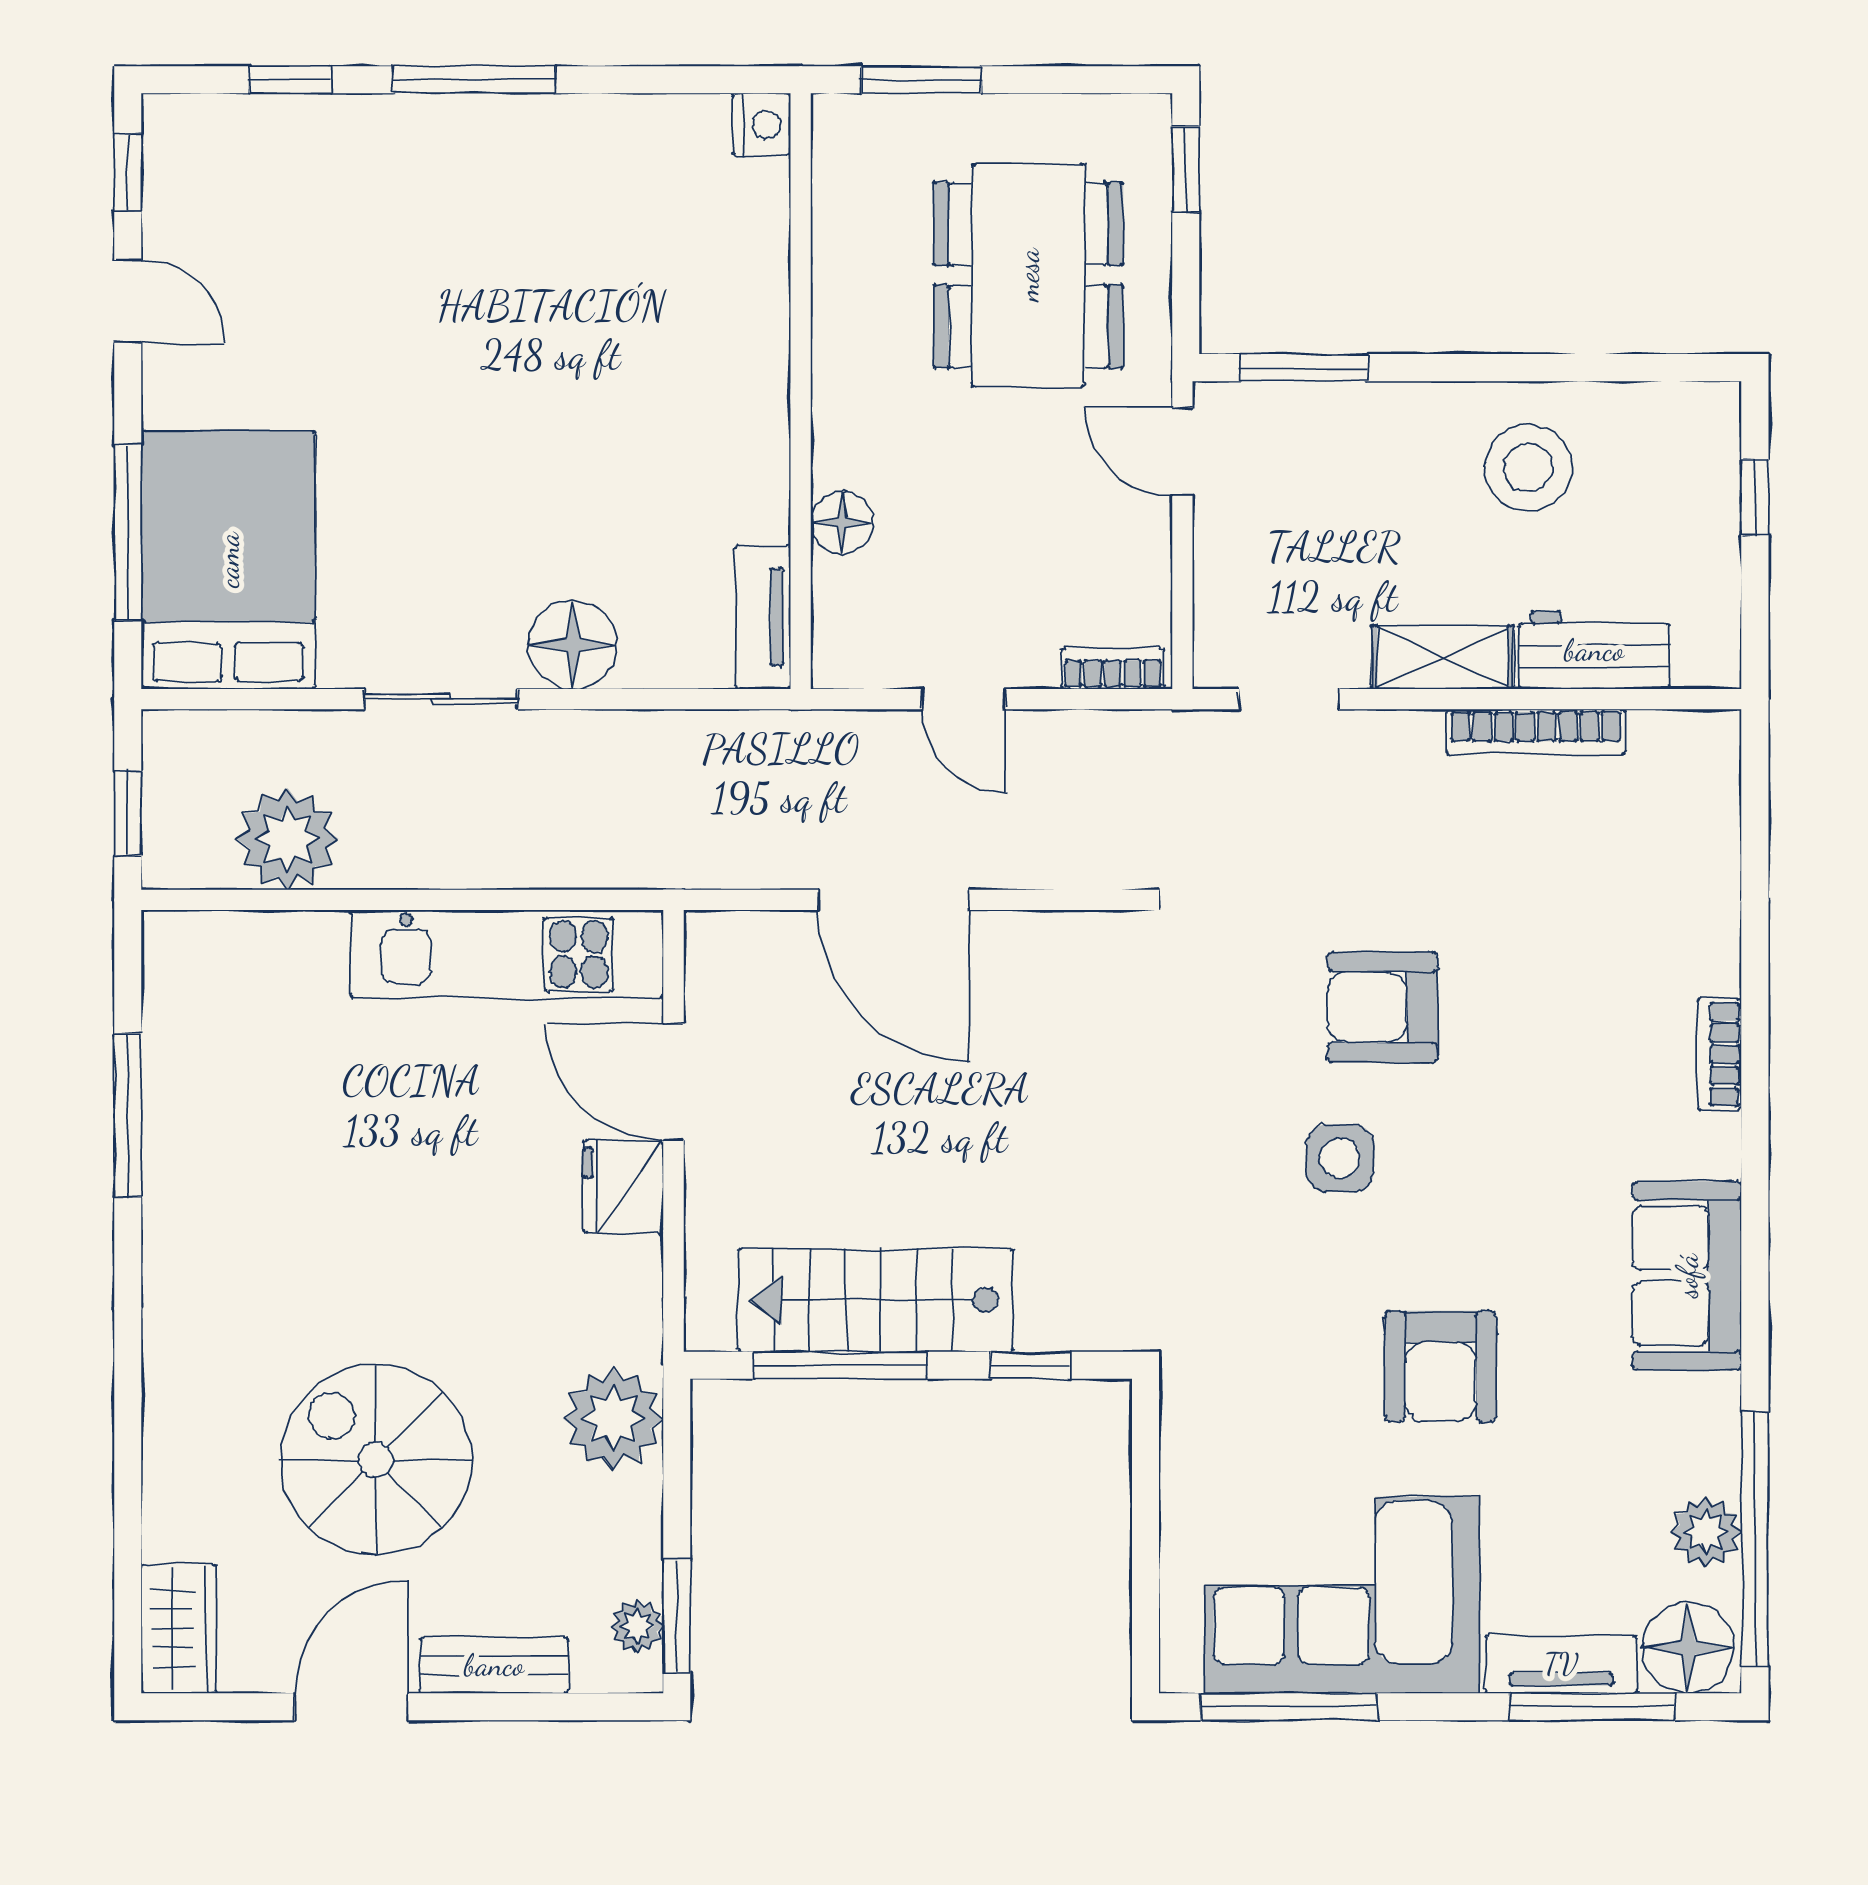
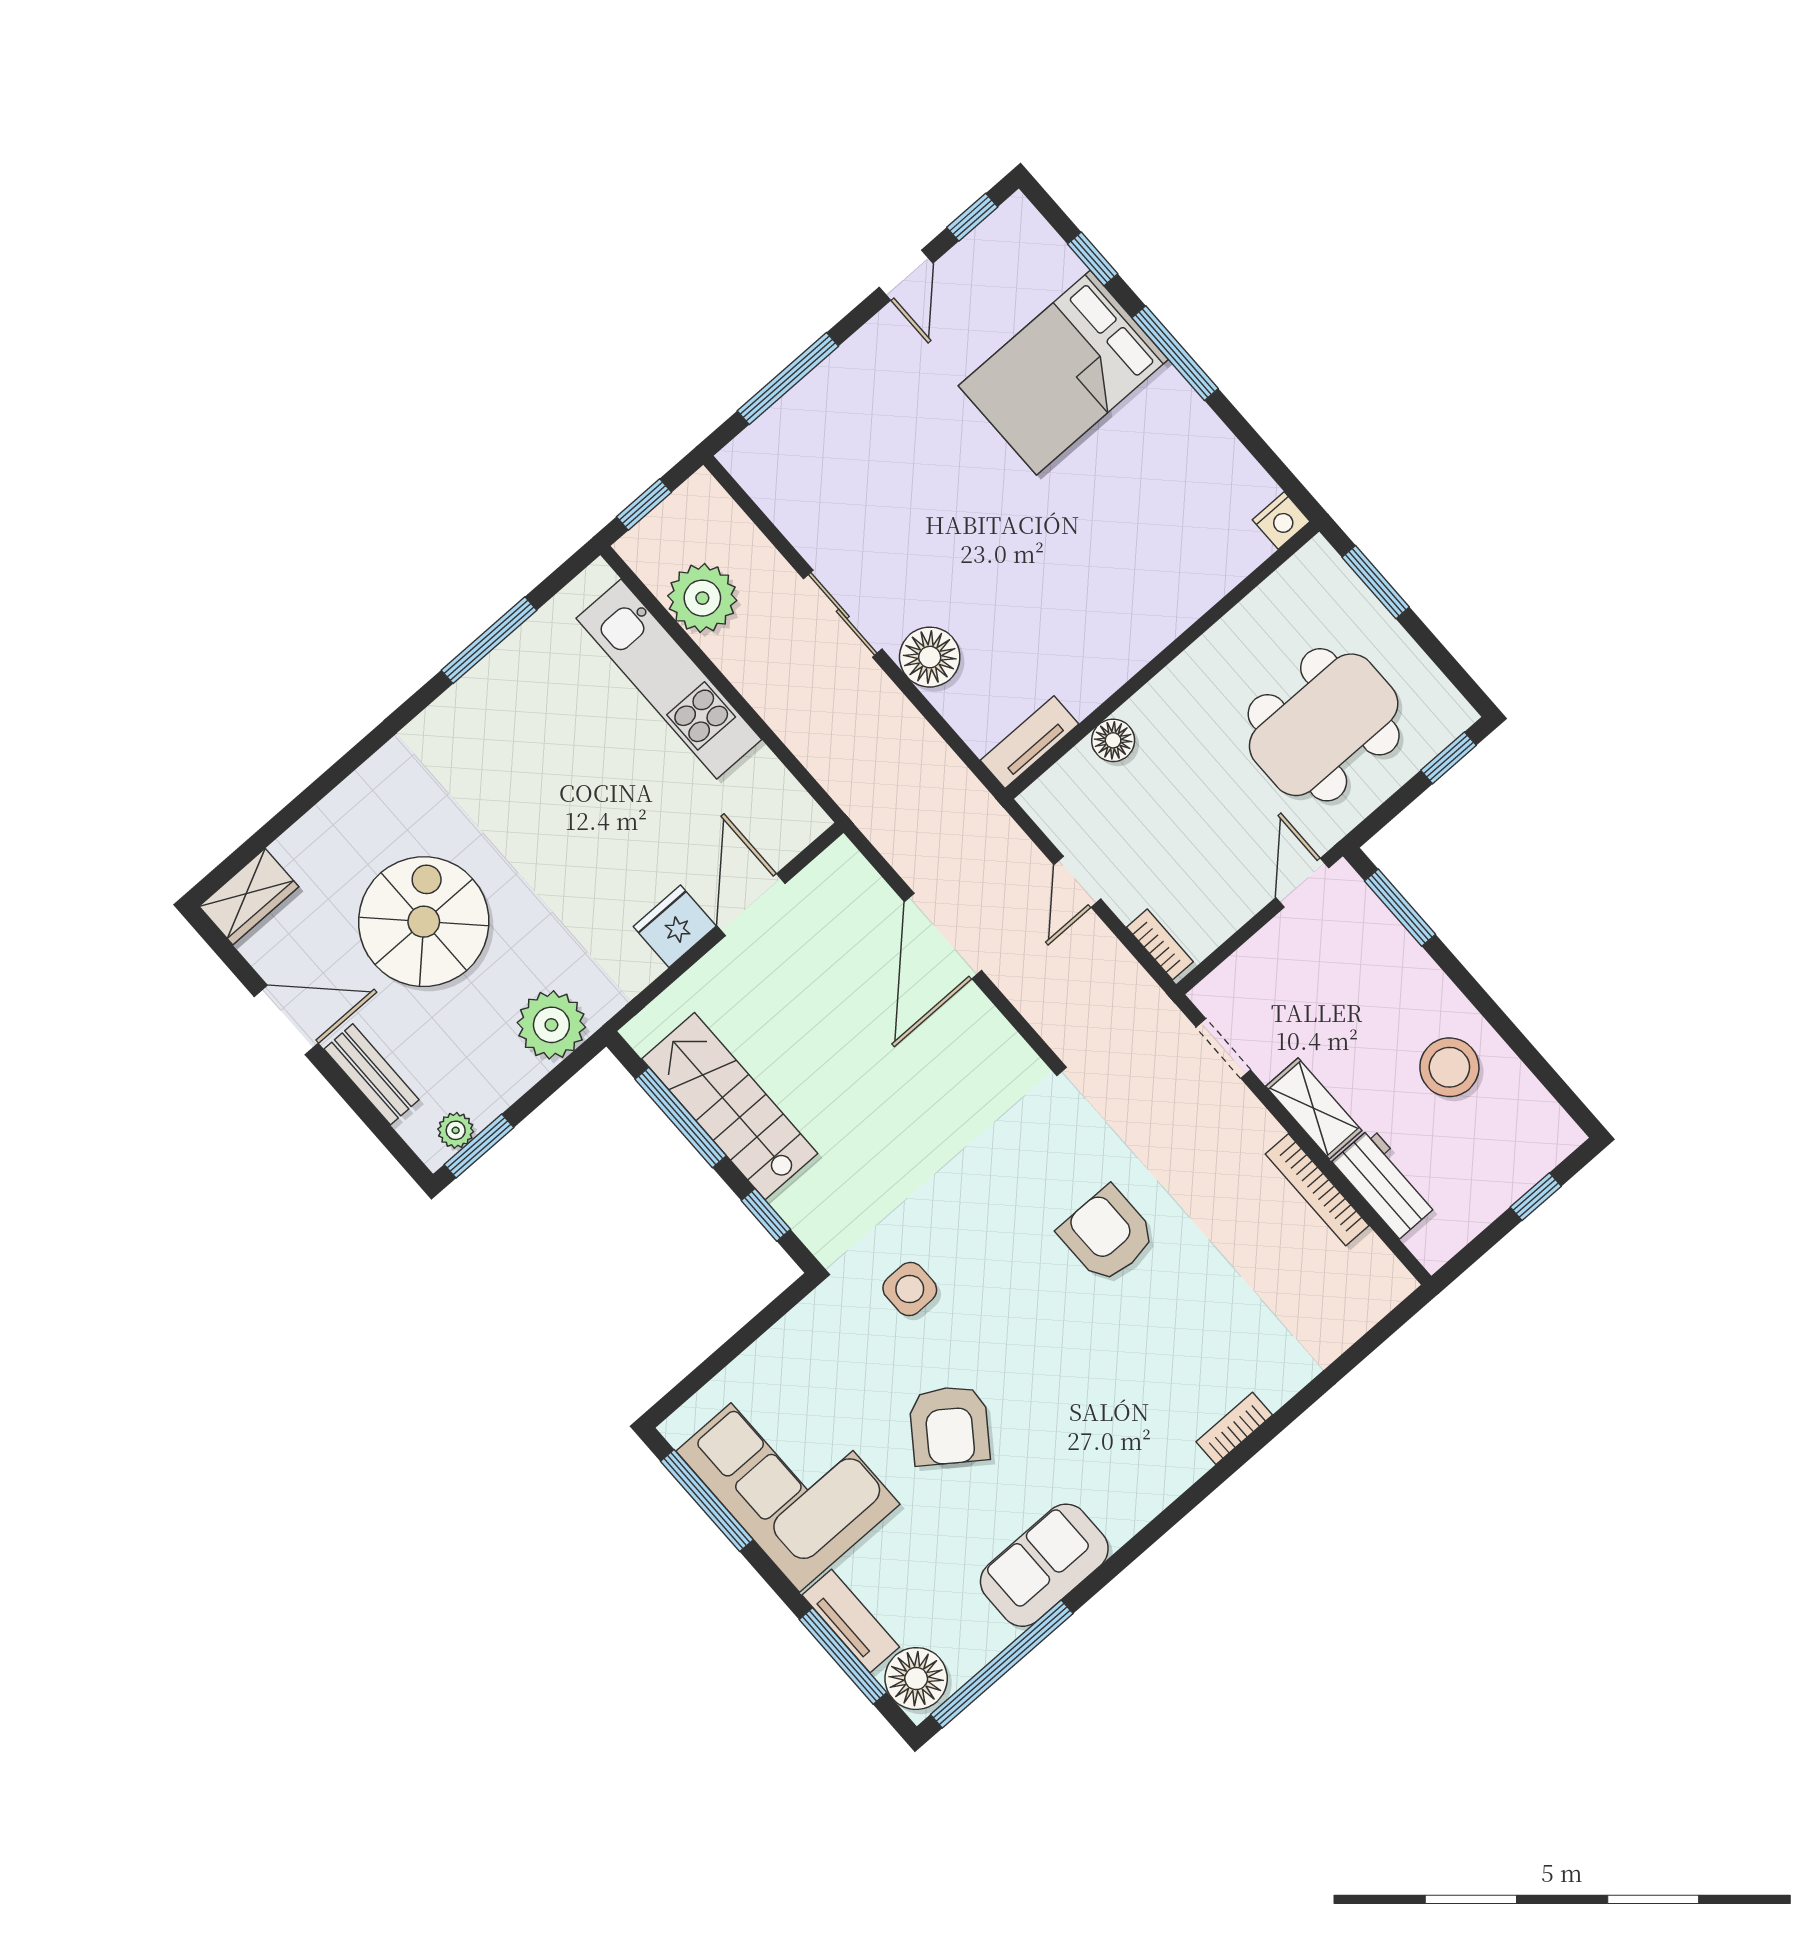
bed: (228, 560) -> (1063, 373), moved, turned 180
kitchen unit: (507, 954) -> (669, 679), moved
side table: (1340, 1158) -> (910, 1289), moved
sofa: (1687, 1276) -> (1044, 1565), moved
armchair: (1441, 1366) -> (949, 1425), turned -54
plant: (1706, 1532) -> (984, 1636), removed

